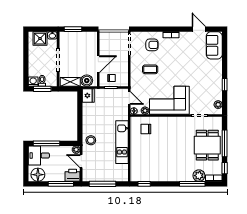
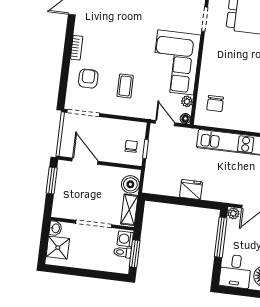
window: (73, 29) -> (52, 180), moved
door: (98, 64) -> (85, 161), moved
washing machine: (33, 82) -> (125, 239), moved
fridge: (88, 96) -> (191, 189), moved
door: (129, 98) -> (165, 123), hinge flipped
stool: (91, 140) -> (222, 189), removed
window: (47, 143) -> (221, 237), moved

